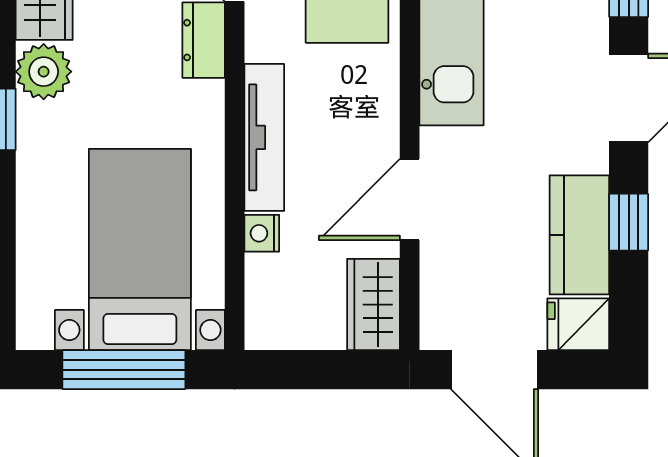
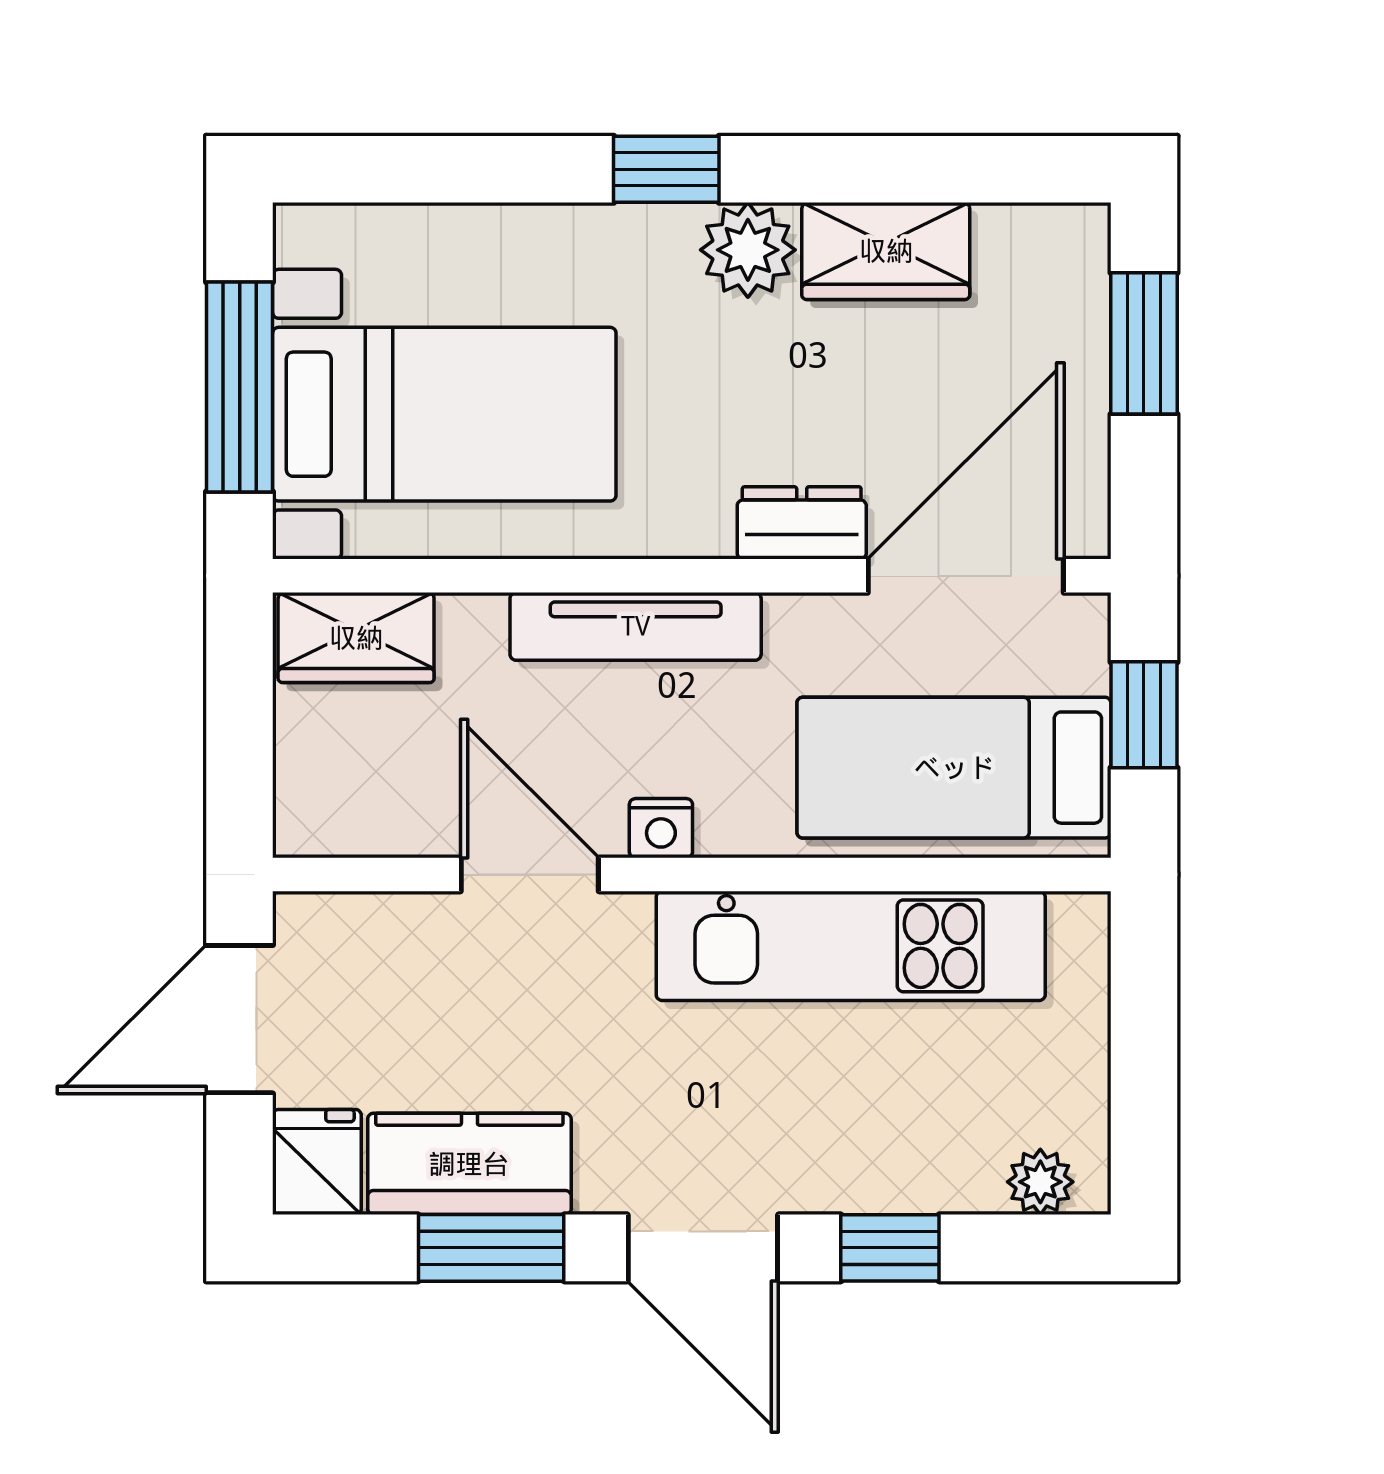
window: (629, 222) -> (491, 1248), width x1.50
nightstand: (262, 233) -> (661, 828), moved, turned 180
wardrobe: (374, 305) -> (356, 638), moved, turned 180

